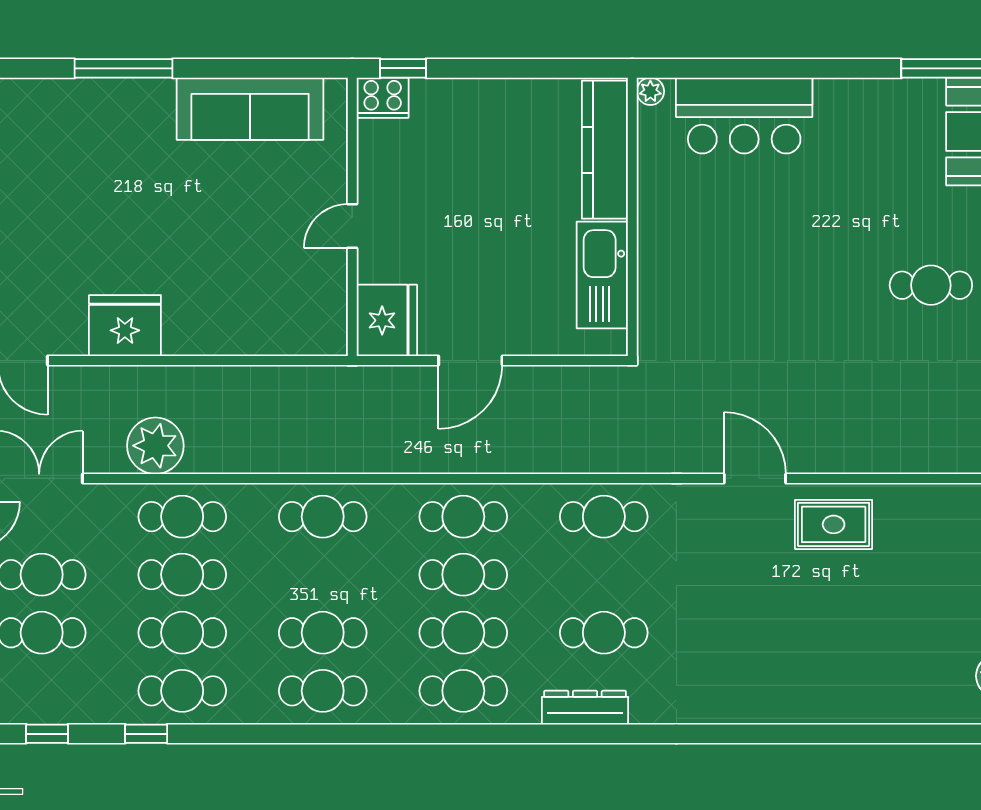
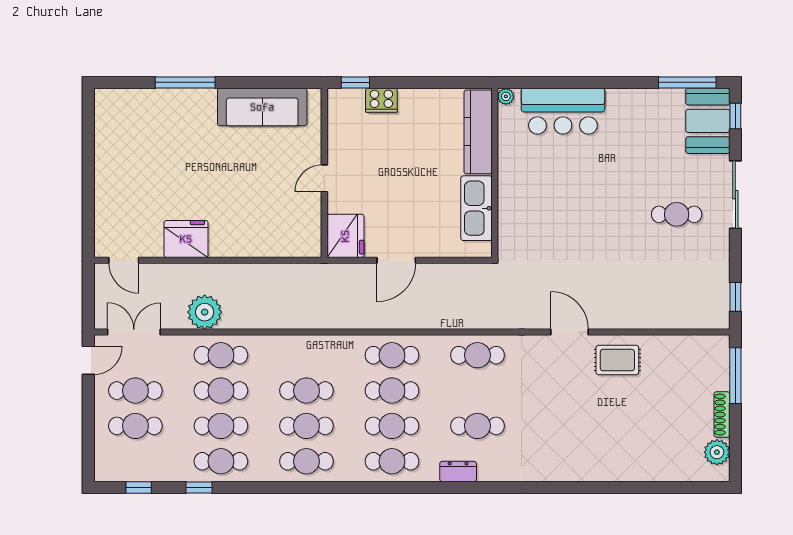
cooker: (383, 98) -> (381, 100), moved
cafe table: (323, 517) -> (306, 391), moved
dresser: (585, 708) -> (458, 472), width x0.70

